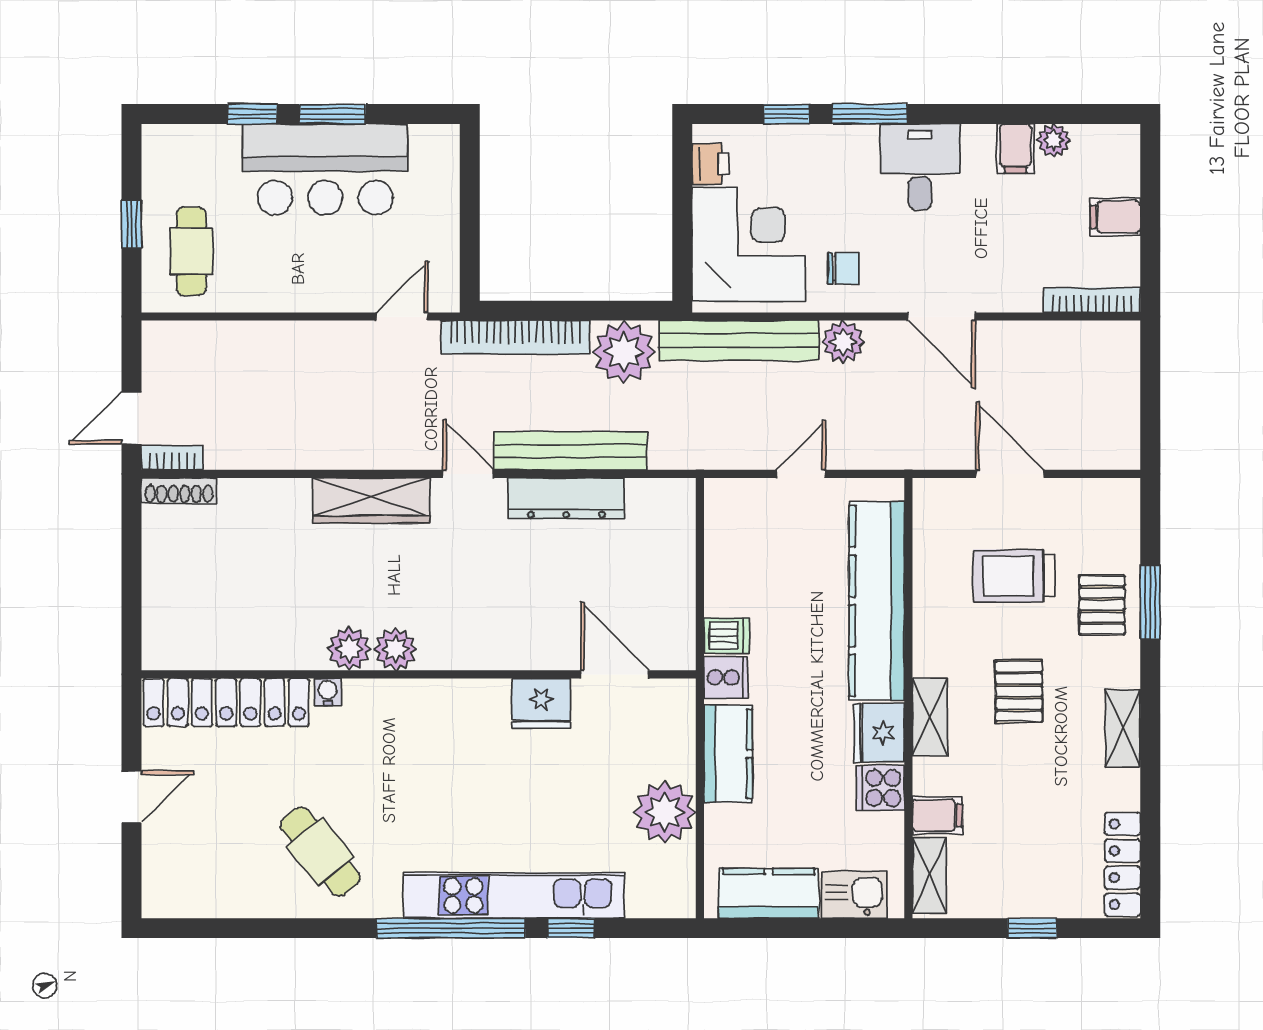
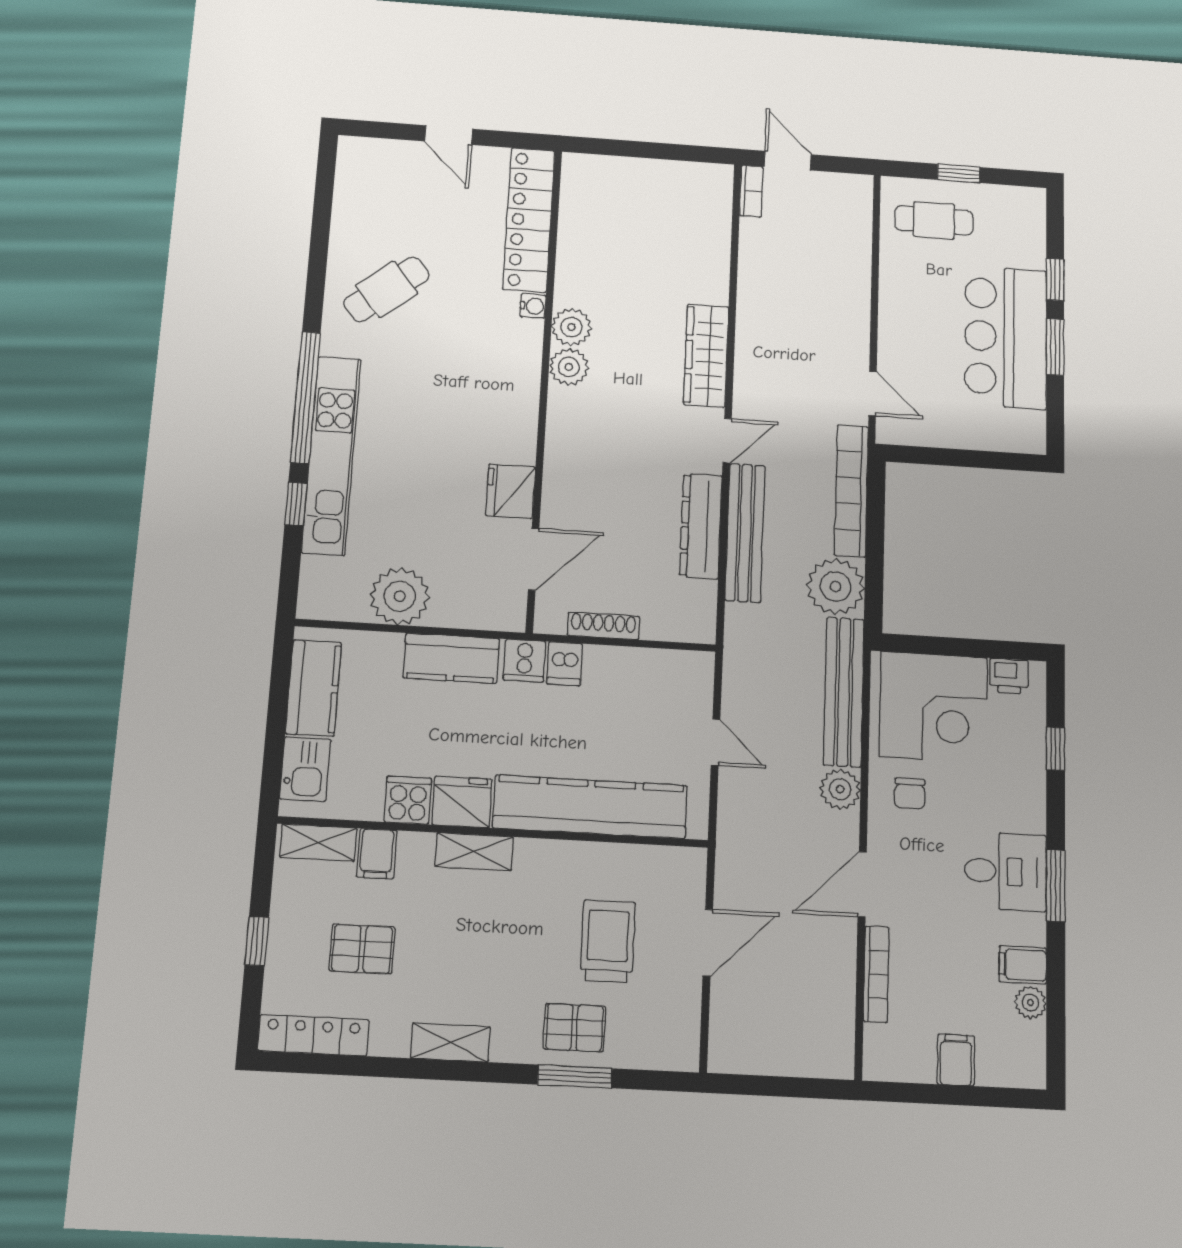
window: (870, 114) -> (1056, 885), moved
bookcase: (1092, 300) -> (876, 974), moved
shoe rack: (179, 491) -> (603, 626), moved, turned 90
pallet: (1019, 691) -> (362, 949), moved

